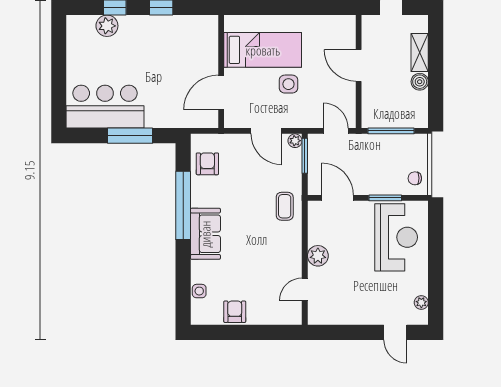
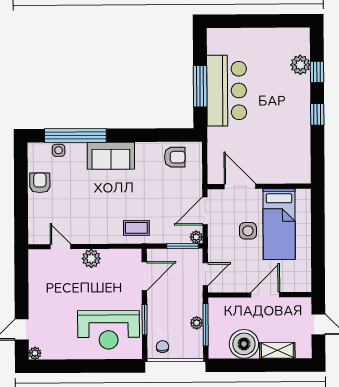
bed: (263, 50) -> (279, 224), moved
wall: (221, 72) -> (259, 186), moved
boiler: (420, 82) -> (244, 344), width x1.86, depth x1.86
door: (221, 93) -> (240, 186), moved
bar counter: (105, 107) -> (227, 91), moved
plant: (389, 141) -> (197, 323), added
window: (183, 205) -> (75, 136), moved
plant: (421, 302) -> (35, 353), moved
armchair: (235, 312) -> (40, 183), turned -90

